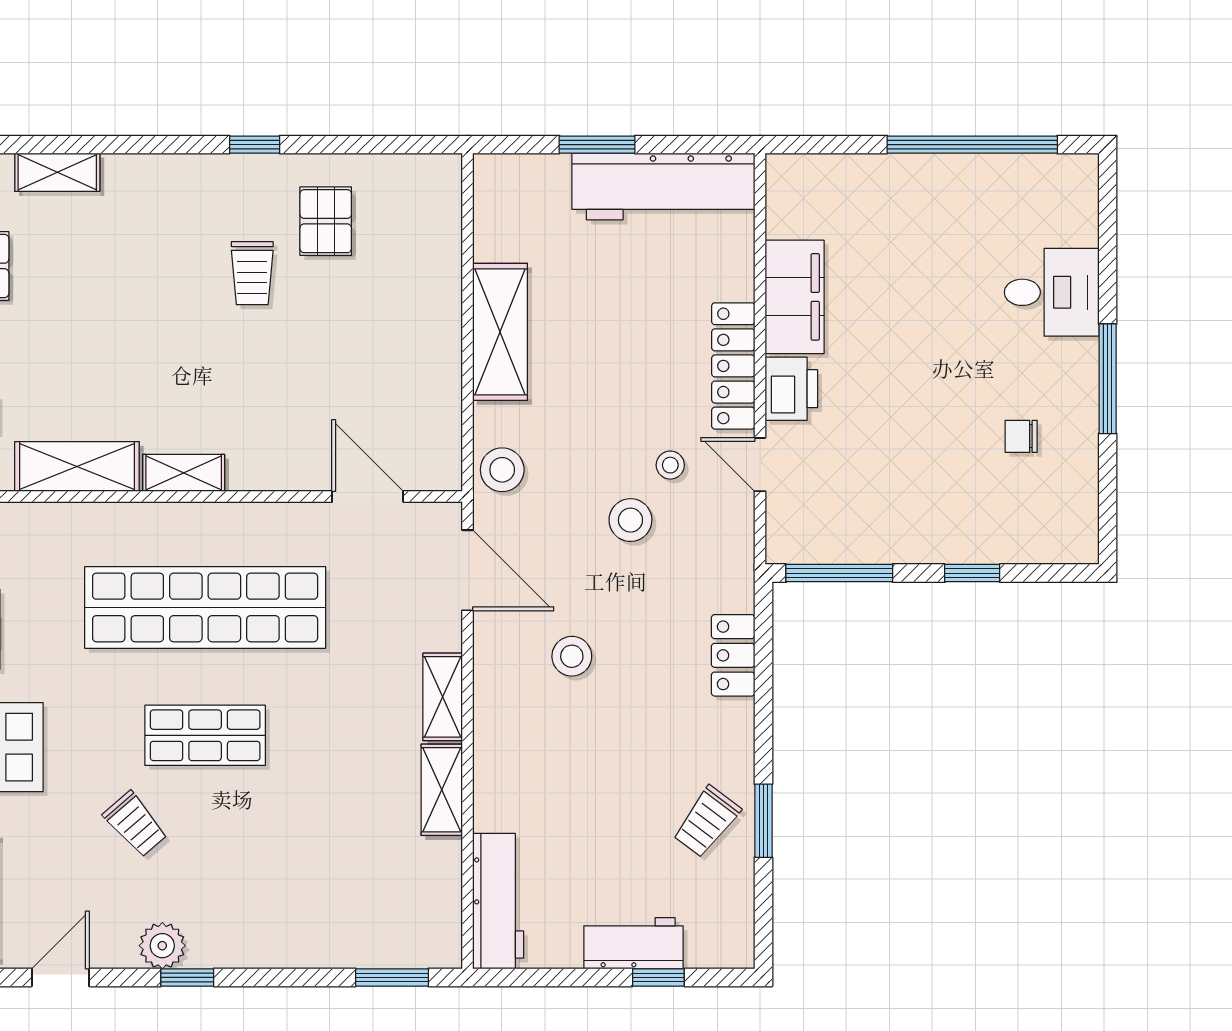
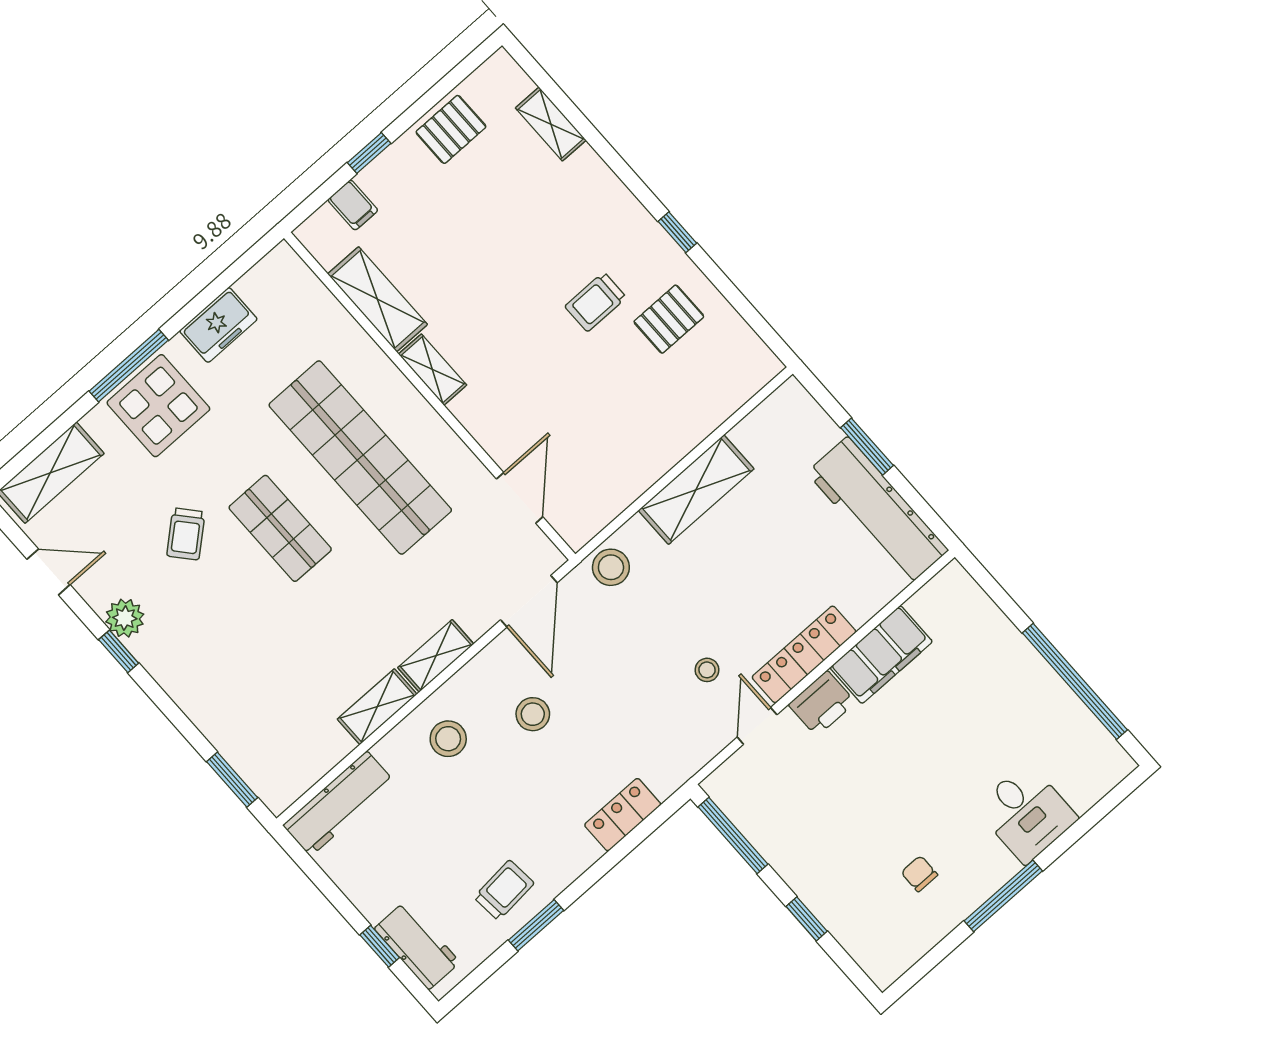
stool: (630, 520) -> (448, 739), moved
trolley: (707, 822) -> (504, 890), turned 138
workbench: (633, 943) -> (417, 945), moved

